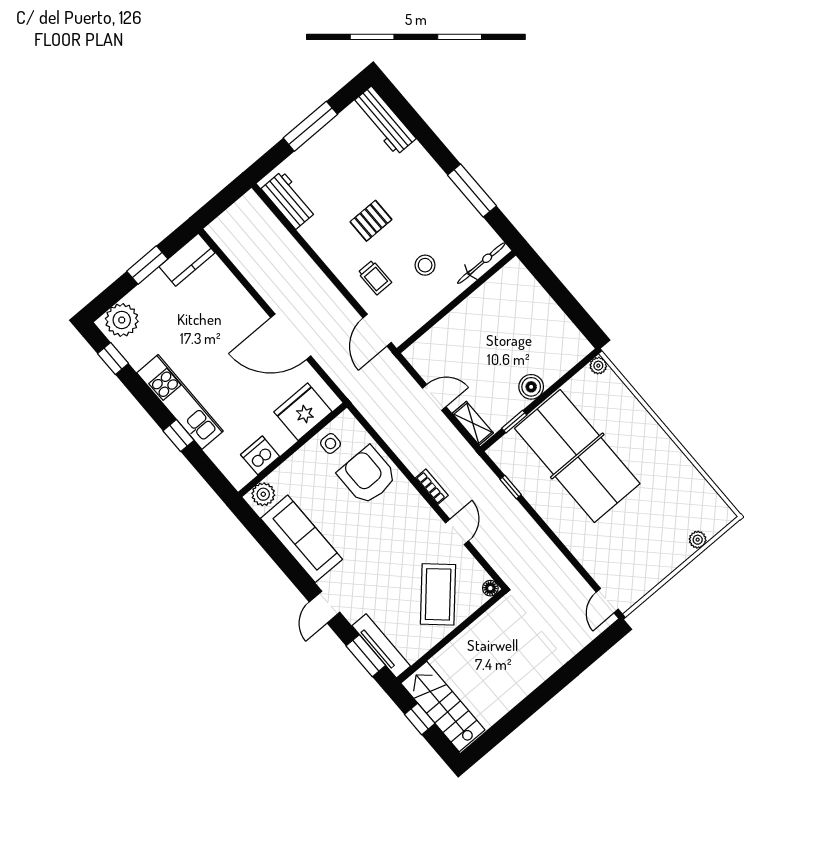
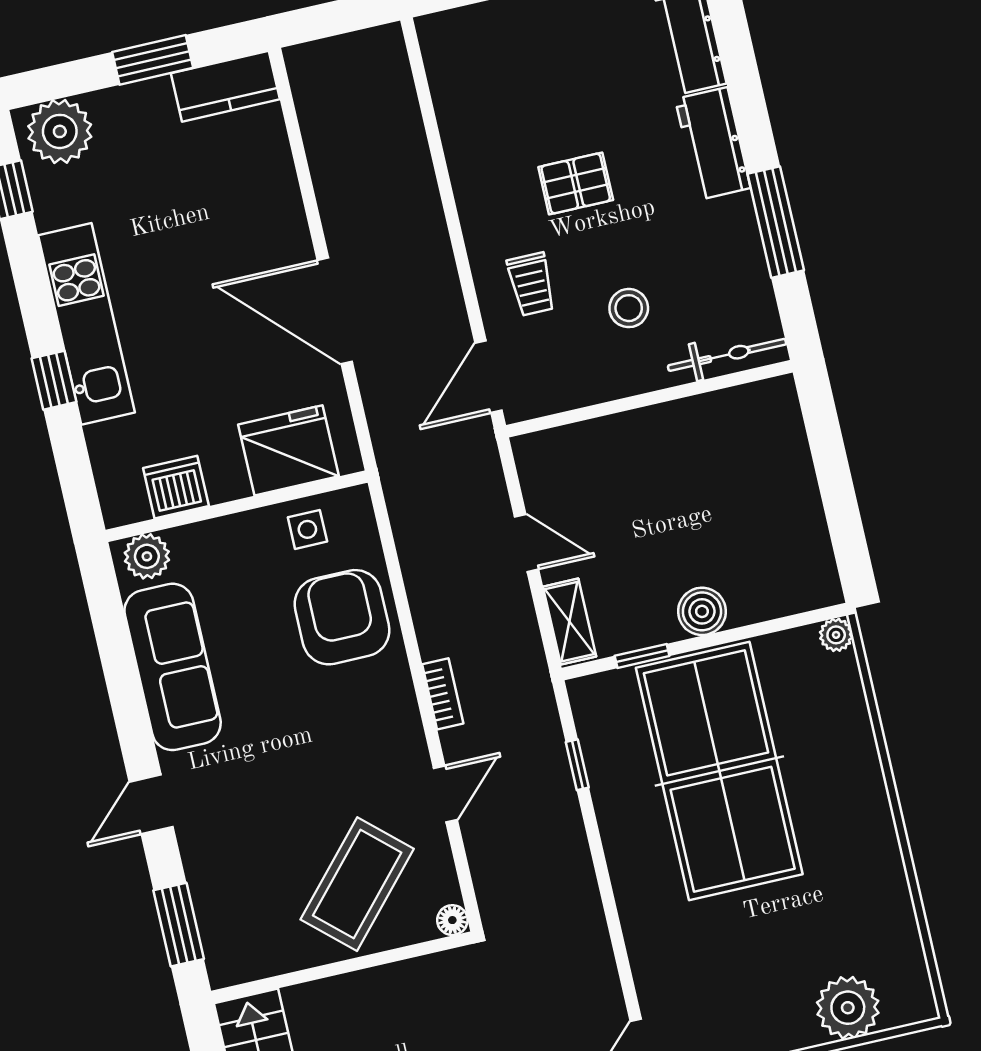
workbench: (289, 200) -> (713, 144), moved, turned 180
plant: (698, 540) -> (848, 1008), width x1.88, depth x1.88
tv unit: (381, 646) -> (214, 922), removed

